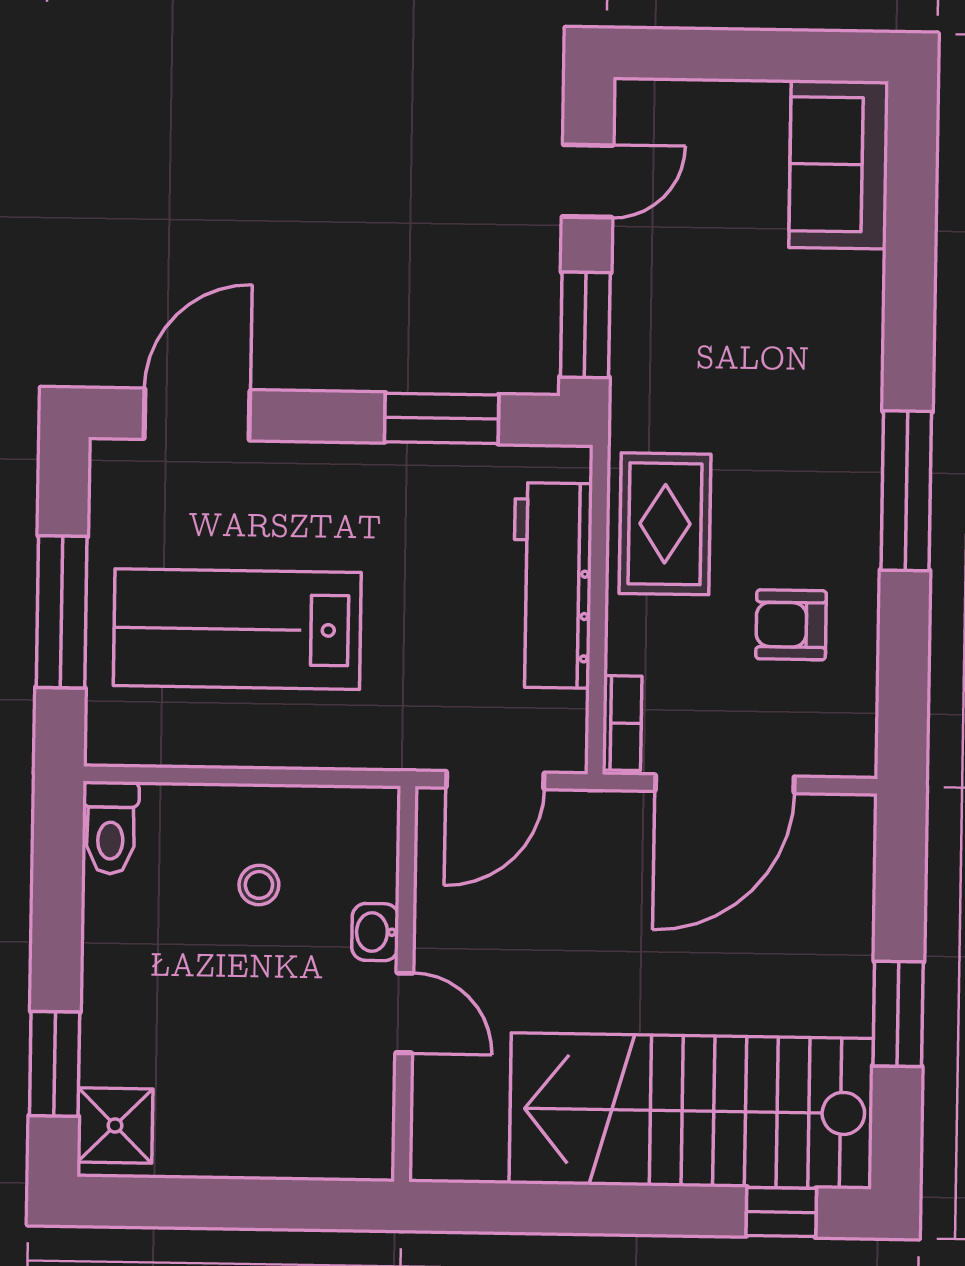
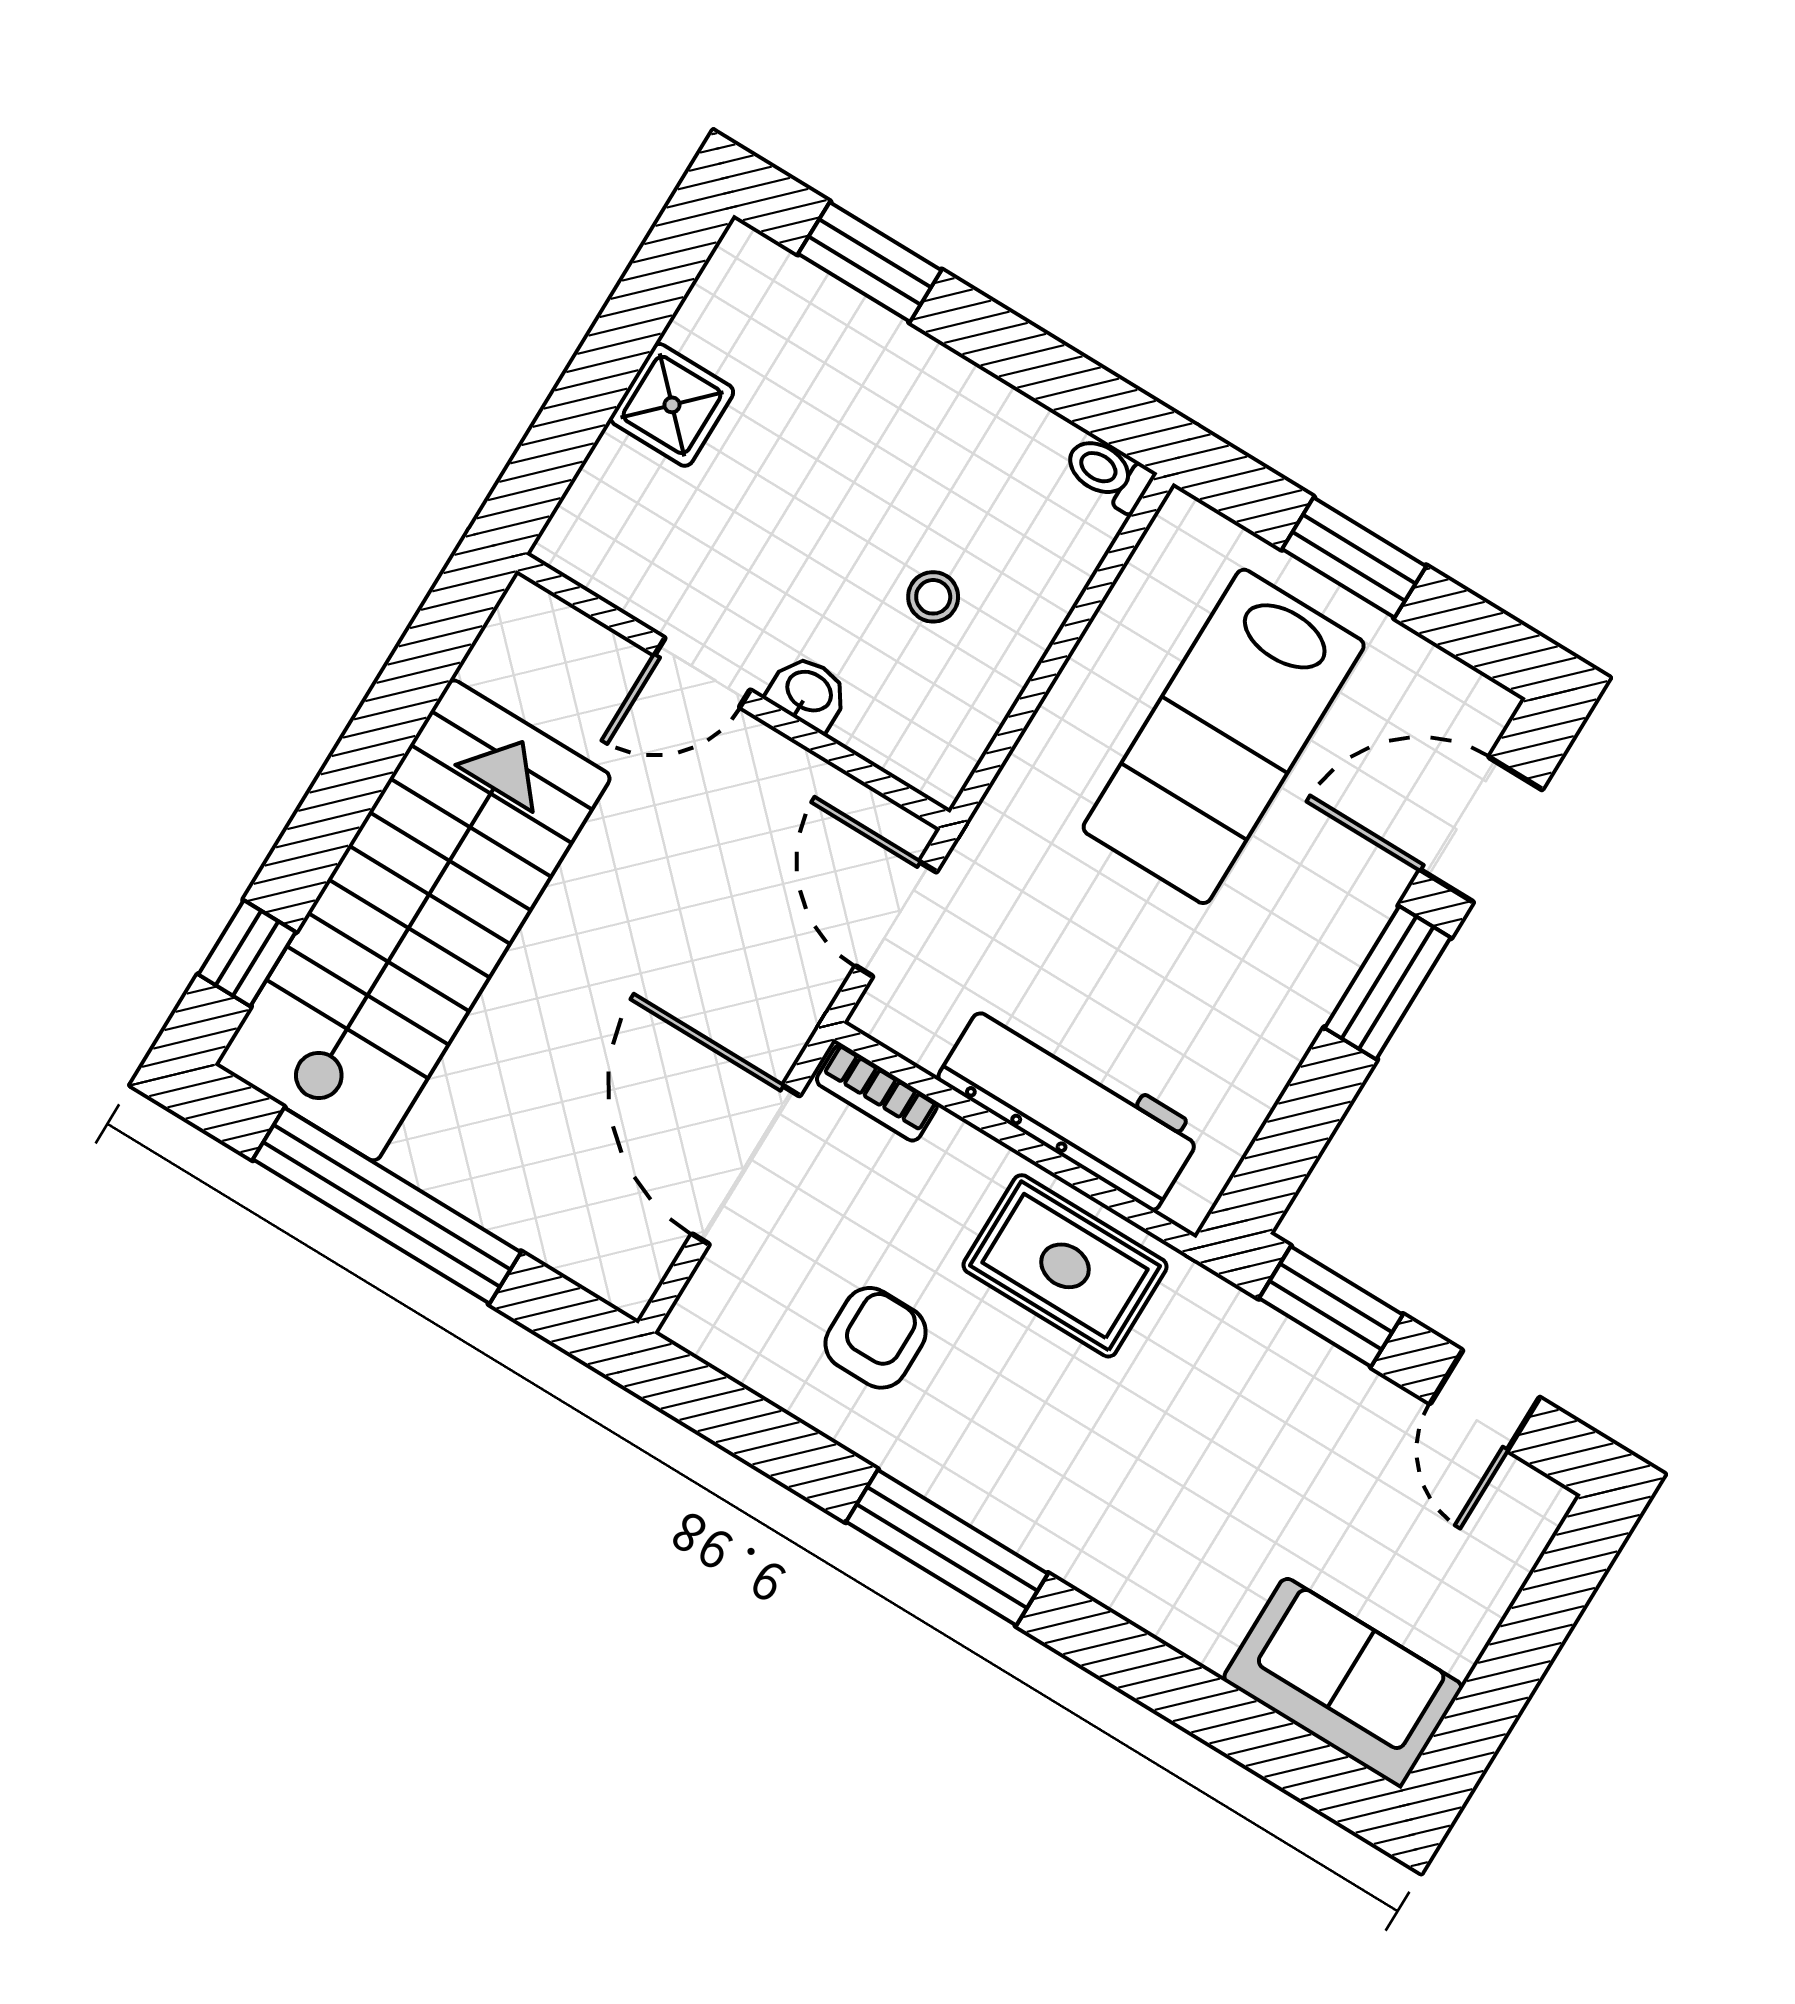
door: (197, 414) -> (1481, 830), swing flipped
window: (442, 418) -> (1388, 983), moved
window: (62, 612) -> (1354, 558), width x0.69
lab bench: (237, 629) -> (1224, 736), turned 180
toilet: (111, 828) -> (1108, 473), width x0.73, depth x0.72
window: (898, 1014) -> (387, 1206), width x2.11
shower: (115, 1125) -> (672, 405), moved

